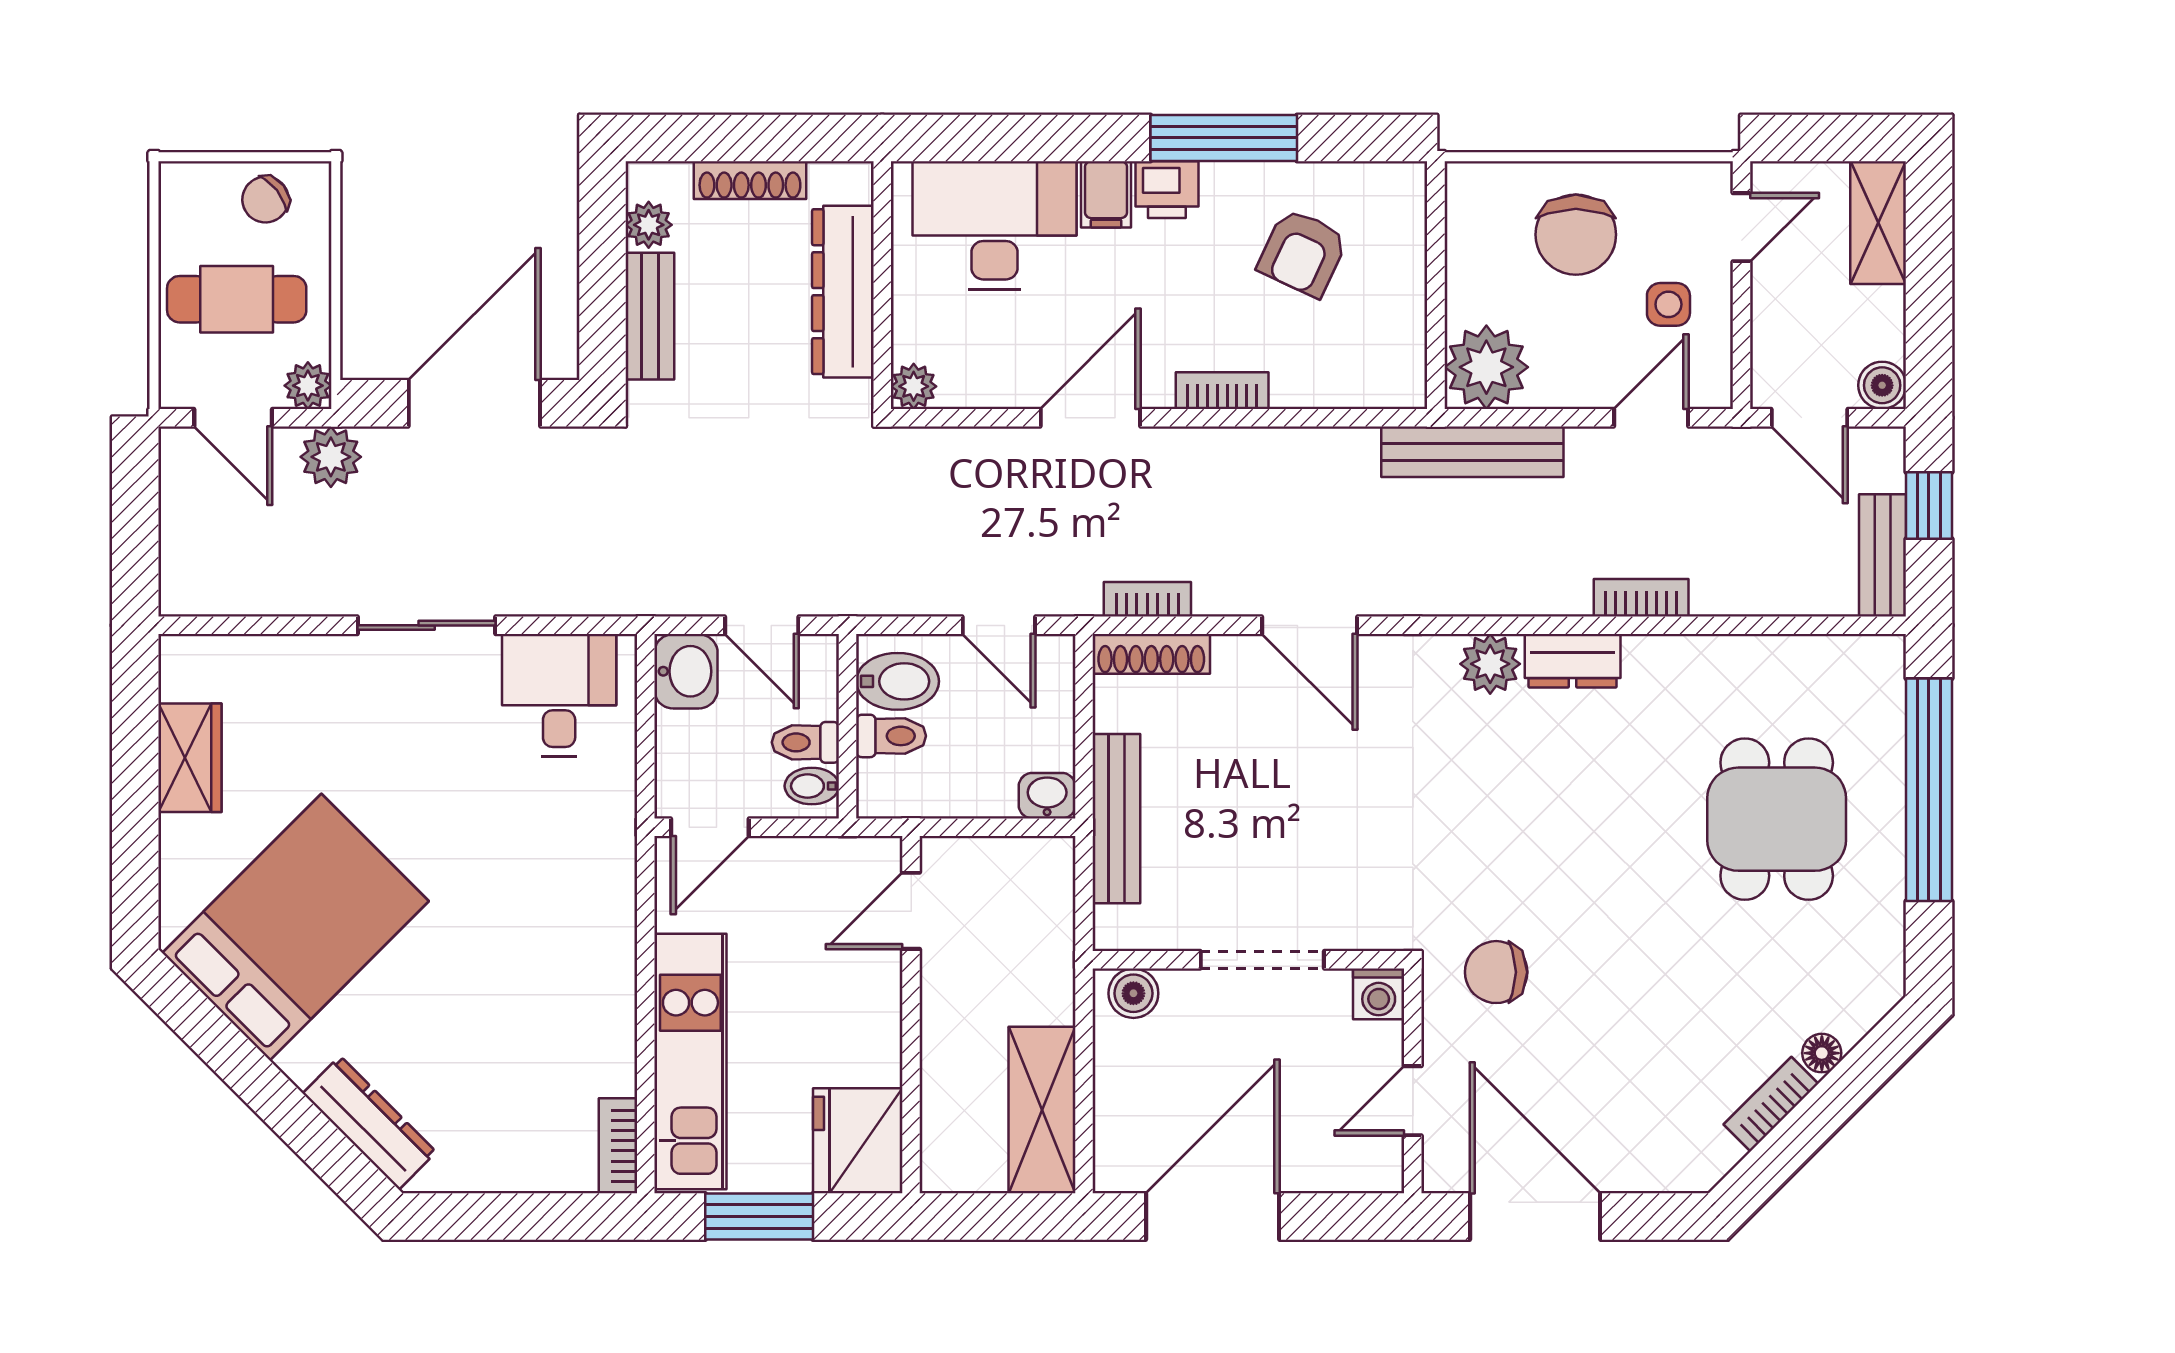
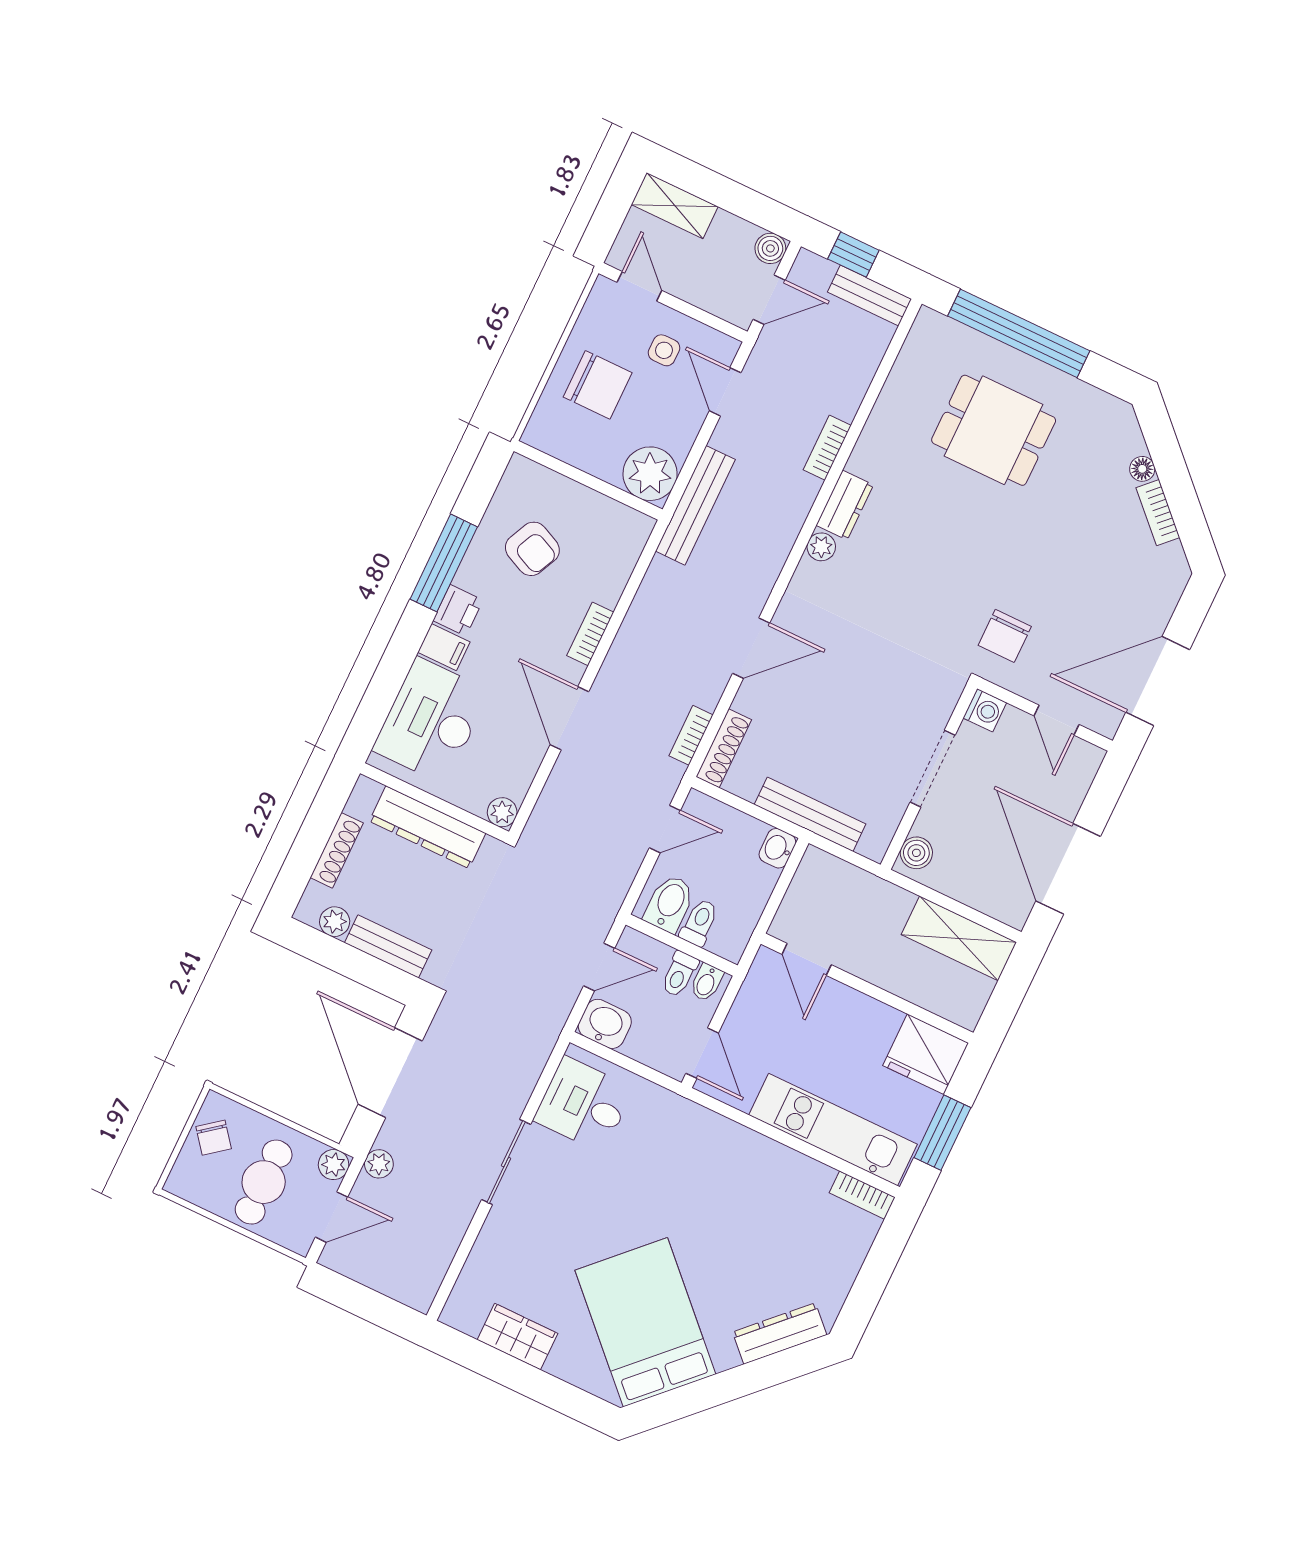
plant: (331, 457) -> (379, 1164), width x0.73, depth x0.73
plant: (1490, 664) -> (821, 547), width x0.73, depth x0.73

